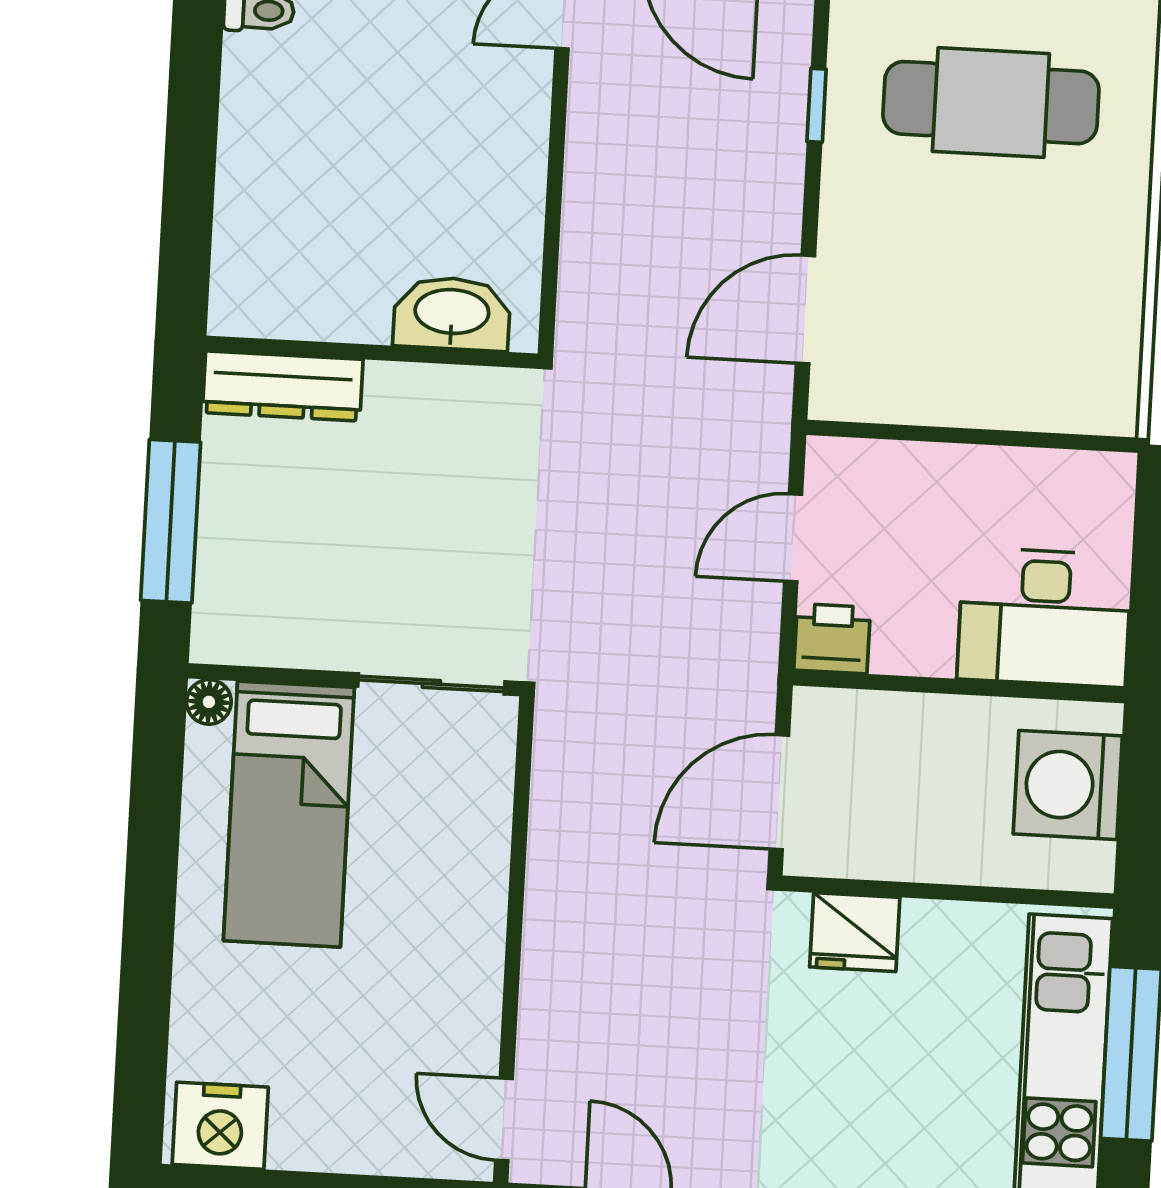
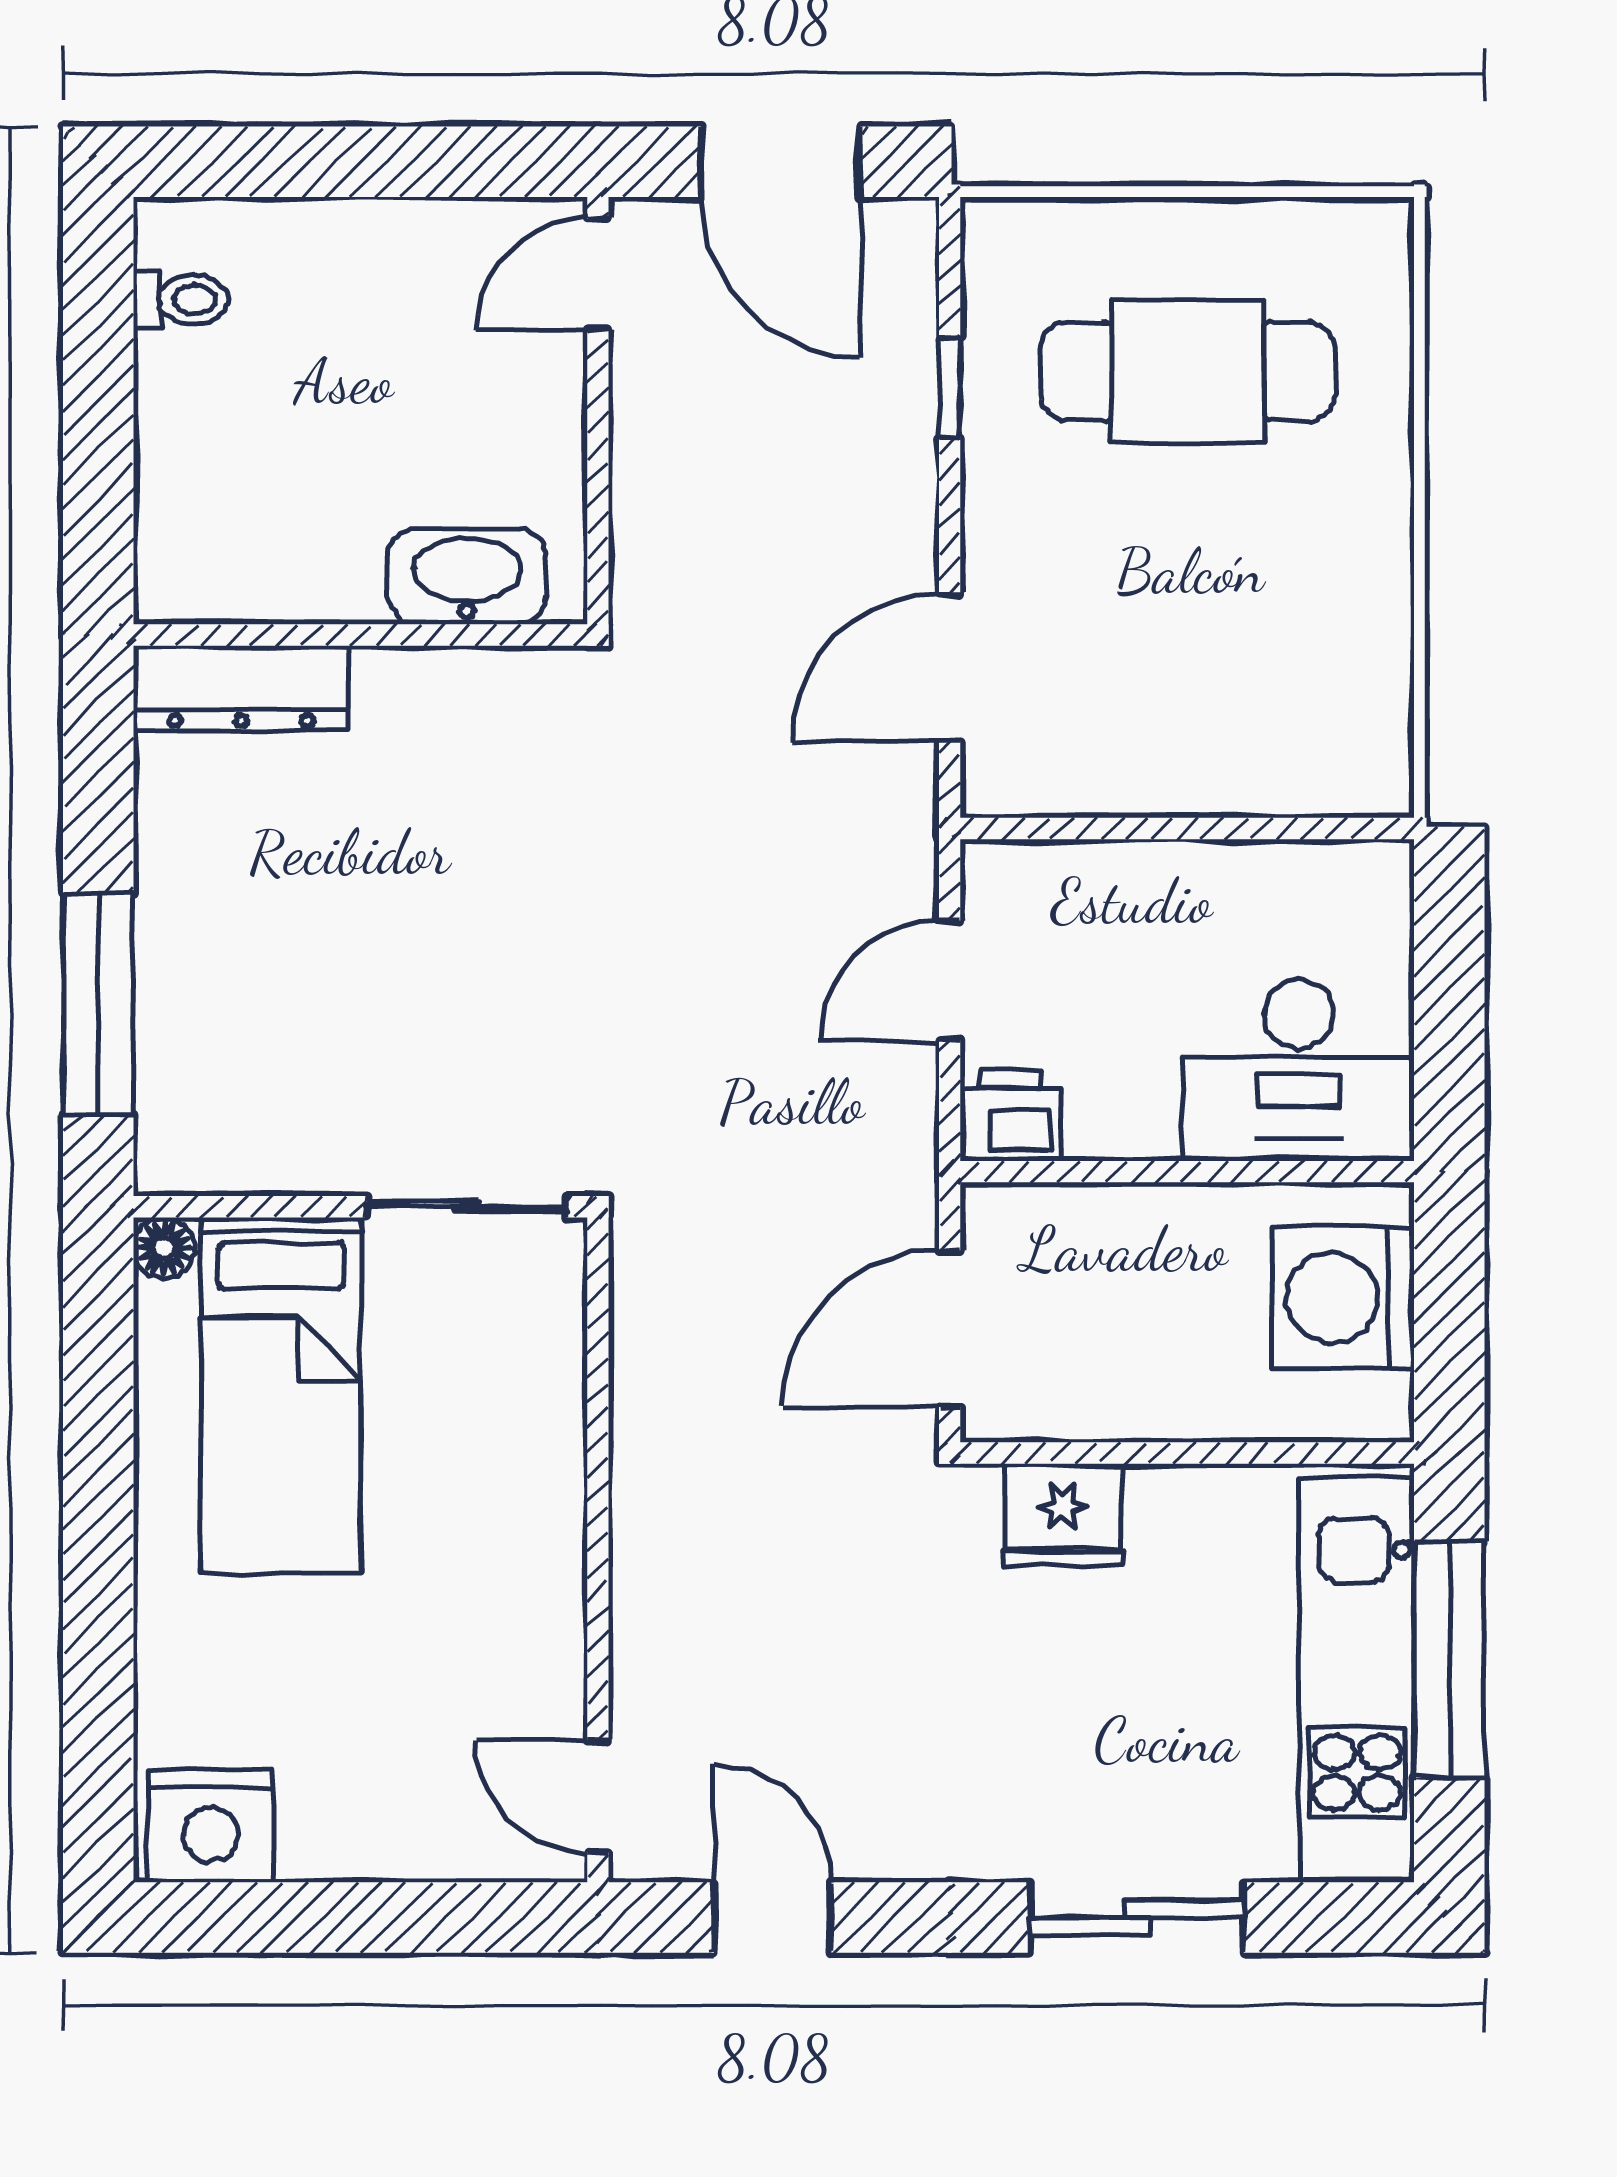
washbasin: (452, 314) -> (467, 576), moved
wall: (372, 352) -> (360, 635), moved
dresser: (283, 386) -> (241, 688), moved

